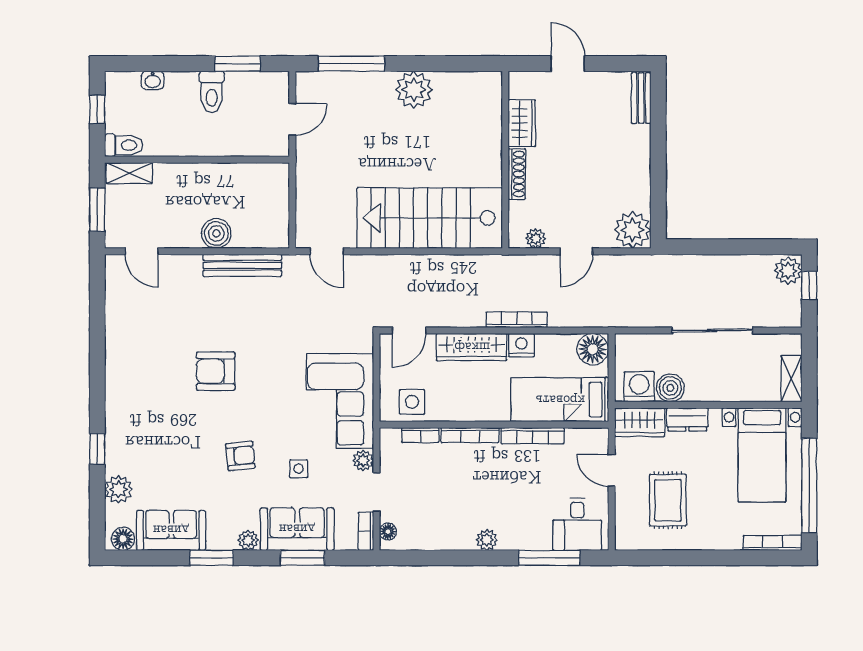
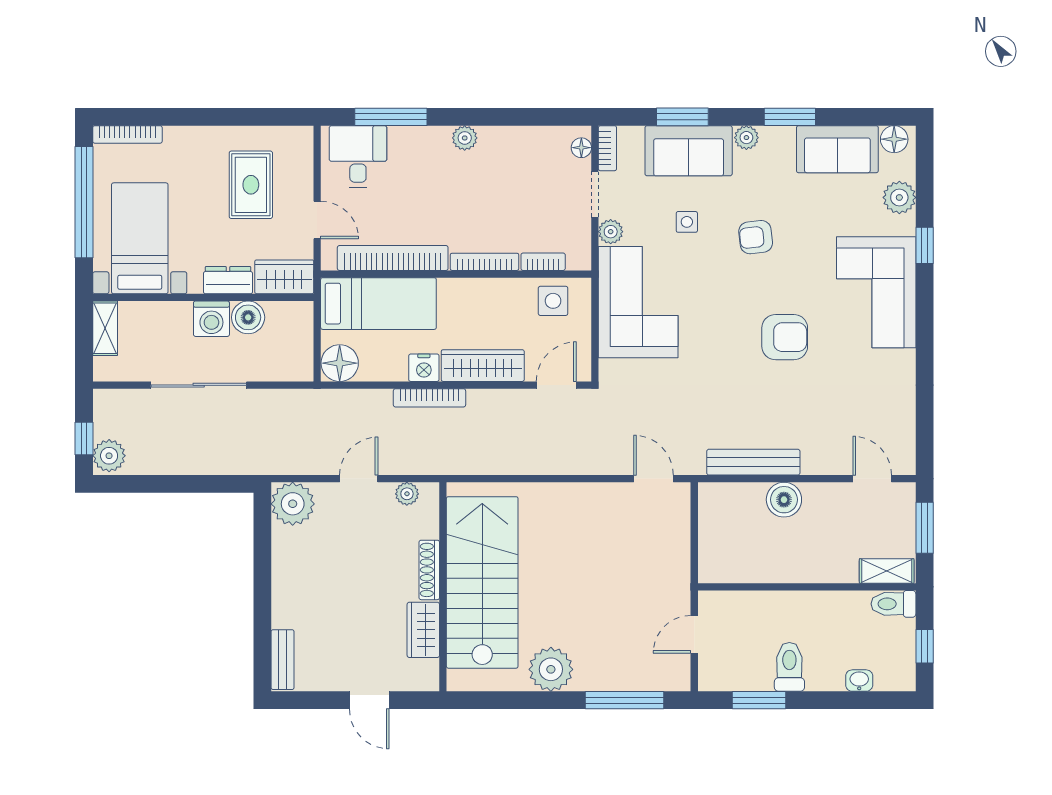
stairs: (430, 218) -> (482, 582), moved, turned -90
washing machine: (639, 387) -> (211, 319), moved
corner sofa: (138, 409) -> (876, 292), added
bookcase: (533, 436) -> (393, 258), width x1.48, depth x1.31

